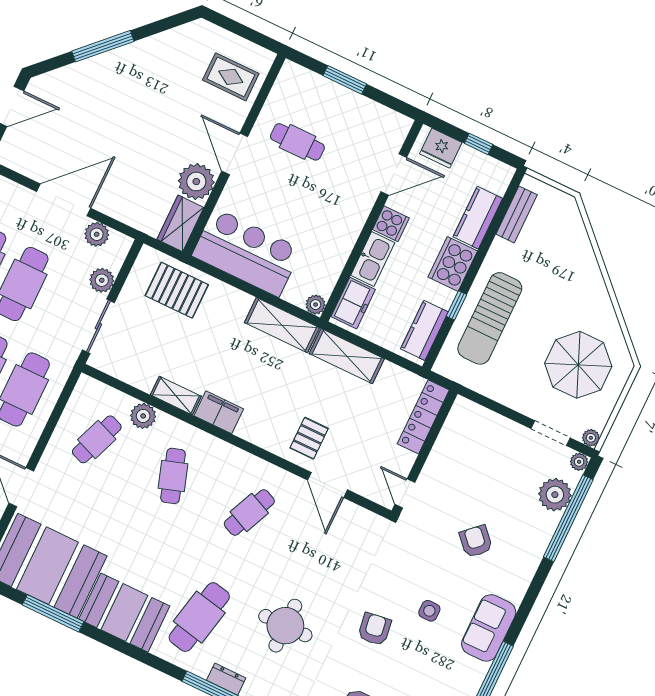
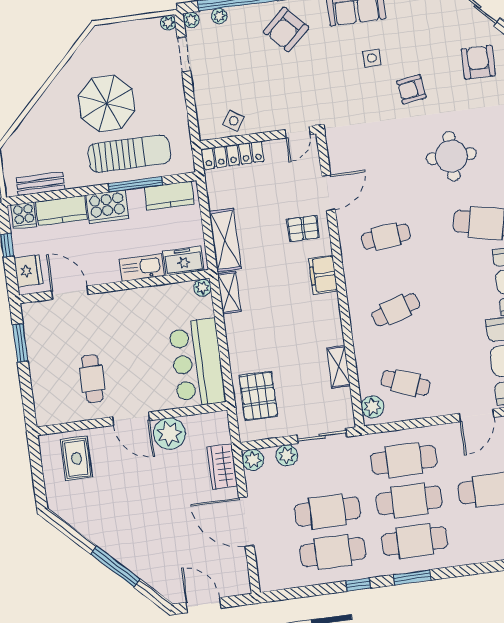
window: (345, 80) -> (20, 343), moved
door: (235, 154) -> (131, 419), hinge flipped
wardrobe: (180, 223) -> (222, 467), moved, turned 90
cooker: (391, 224) -> (24, 216), moved, turned 180
plant: (97, 234) -> (253, 460), moved
window: (457, 305) -> (136, 184), width x2.17
shelving: (282, 325) -> (229, 293), width x0.67, depth x0.75
parasol: (578, 365) -> (107, 103), moved
shelving: (176, 396) -> (338, 367), moved
filing cabinet: (219, 412) -> (323, 275), moved
plant: (143, 416) -> (372, 407), moved
side table: (456, 439) -> (234, 121), added
plant: (555, 495) -> (219, 16), width x0.53, depth x0.53
cafe table: (249, 512) -> (386, 237), turned -30
armchair: (476, 541) -> (286, 29), moved, width x1.38, depth x1.38

